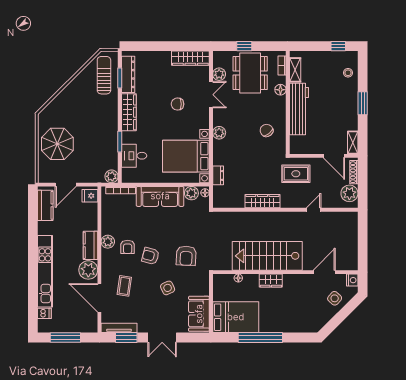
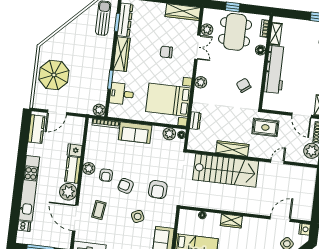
fridge: (90, 196) -> (75, 150), moved
sofa: (160, 196) -> (135, 133), width x0.73
stairs: (267, 256) -> (226, 171), moved, turned 180

